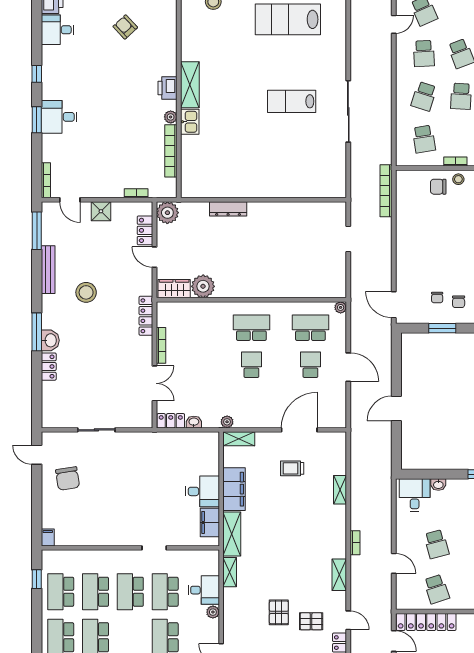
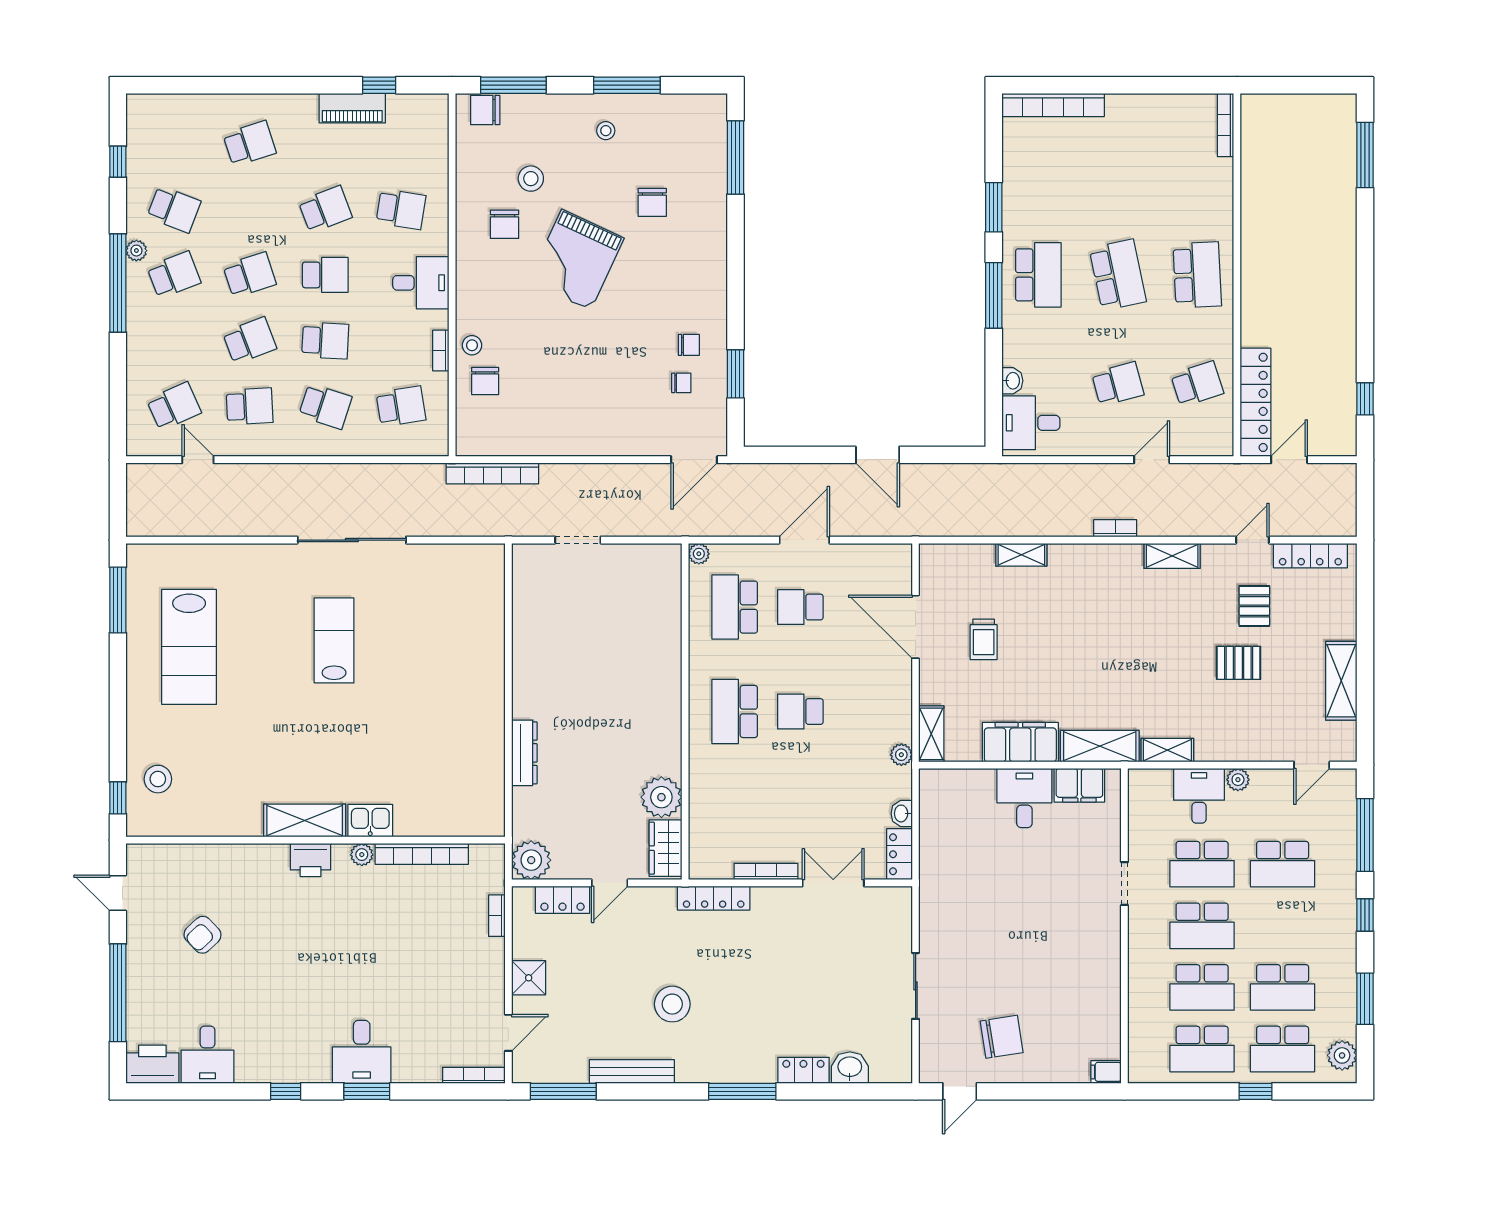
lab bench: (292, 101) -> (334, 640), turned 180
washbasin: (50, 340) -> (850, 1068), moved
window: (37, 579) -> (1256, 1091), moved

